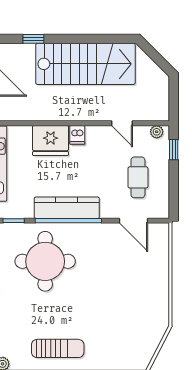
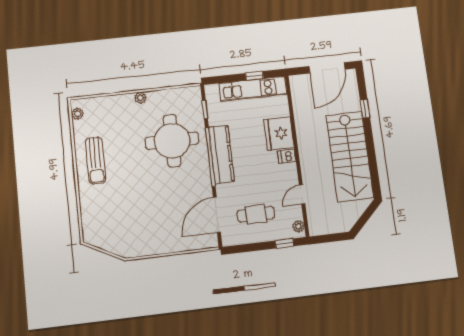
door: (133, 221) -> (217, 215), width x1.36

